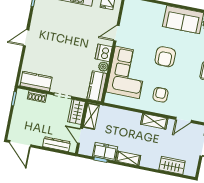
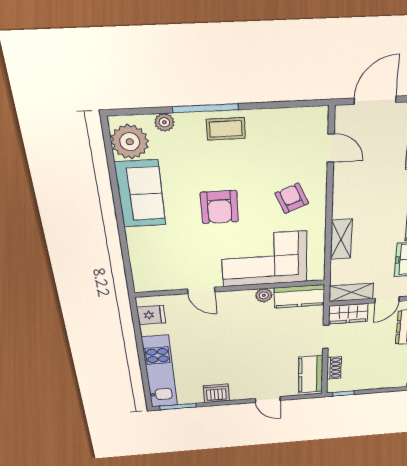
door: (26, 38) -> (268, 399), moved
dishwasher: (104, 53) -> (216, 393), moved, turned 180
armchair: (165, 57) -> (219, 207), turned 90
armchair: (160, 95) -> (292, 198), turned 67
shelving: (154, 121) -> (341, 239), moved

